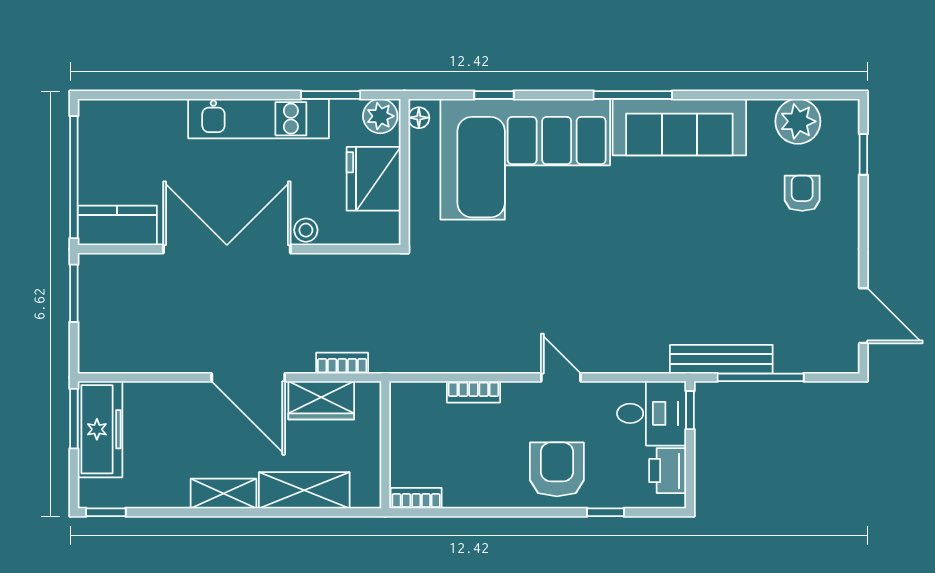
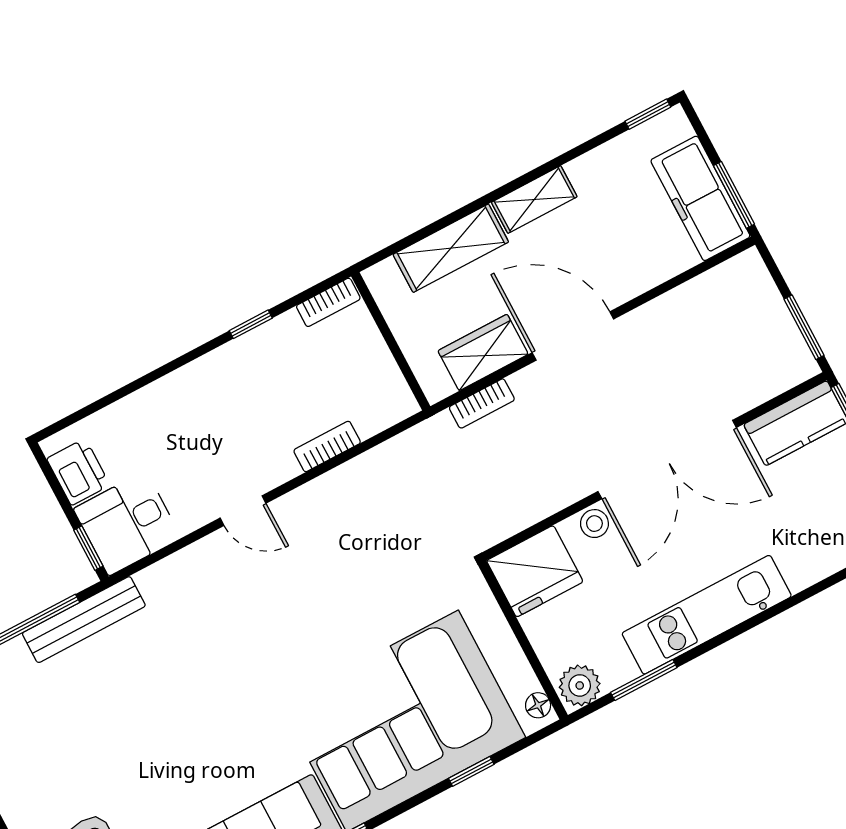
fridge: (374, 179) -> (535, 571), moved, turned 90
armchair: (557, 469) -> (196, 411), removed
window: (606, 512) -> (251, 324), moved

